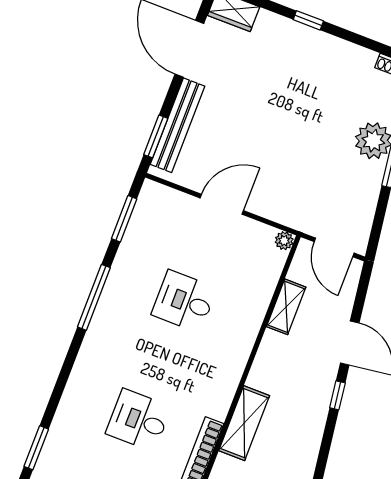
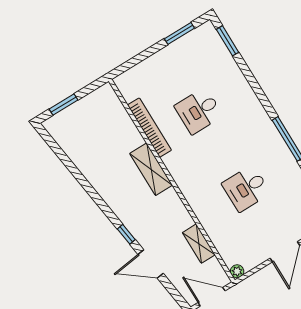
desk: (184, 301) -> (246, 188), turned 180
desk: (139, 420) -> (199, 111), turned 180

